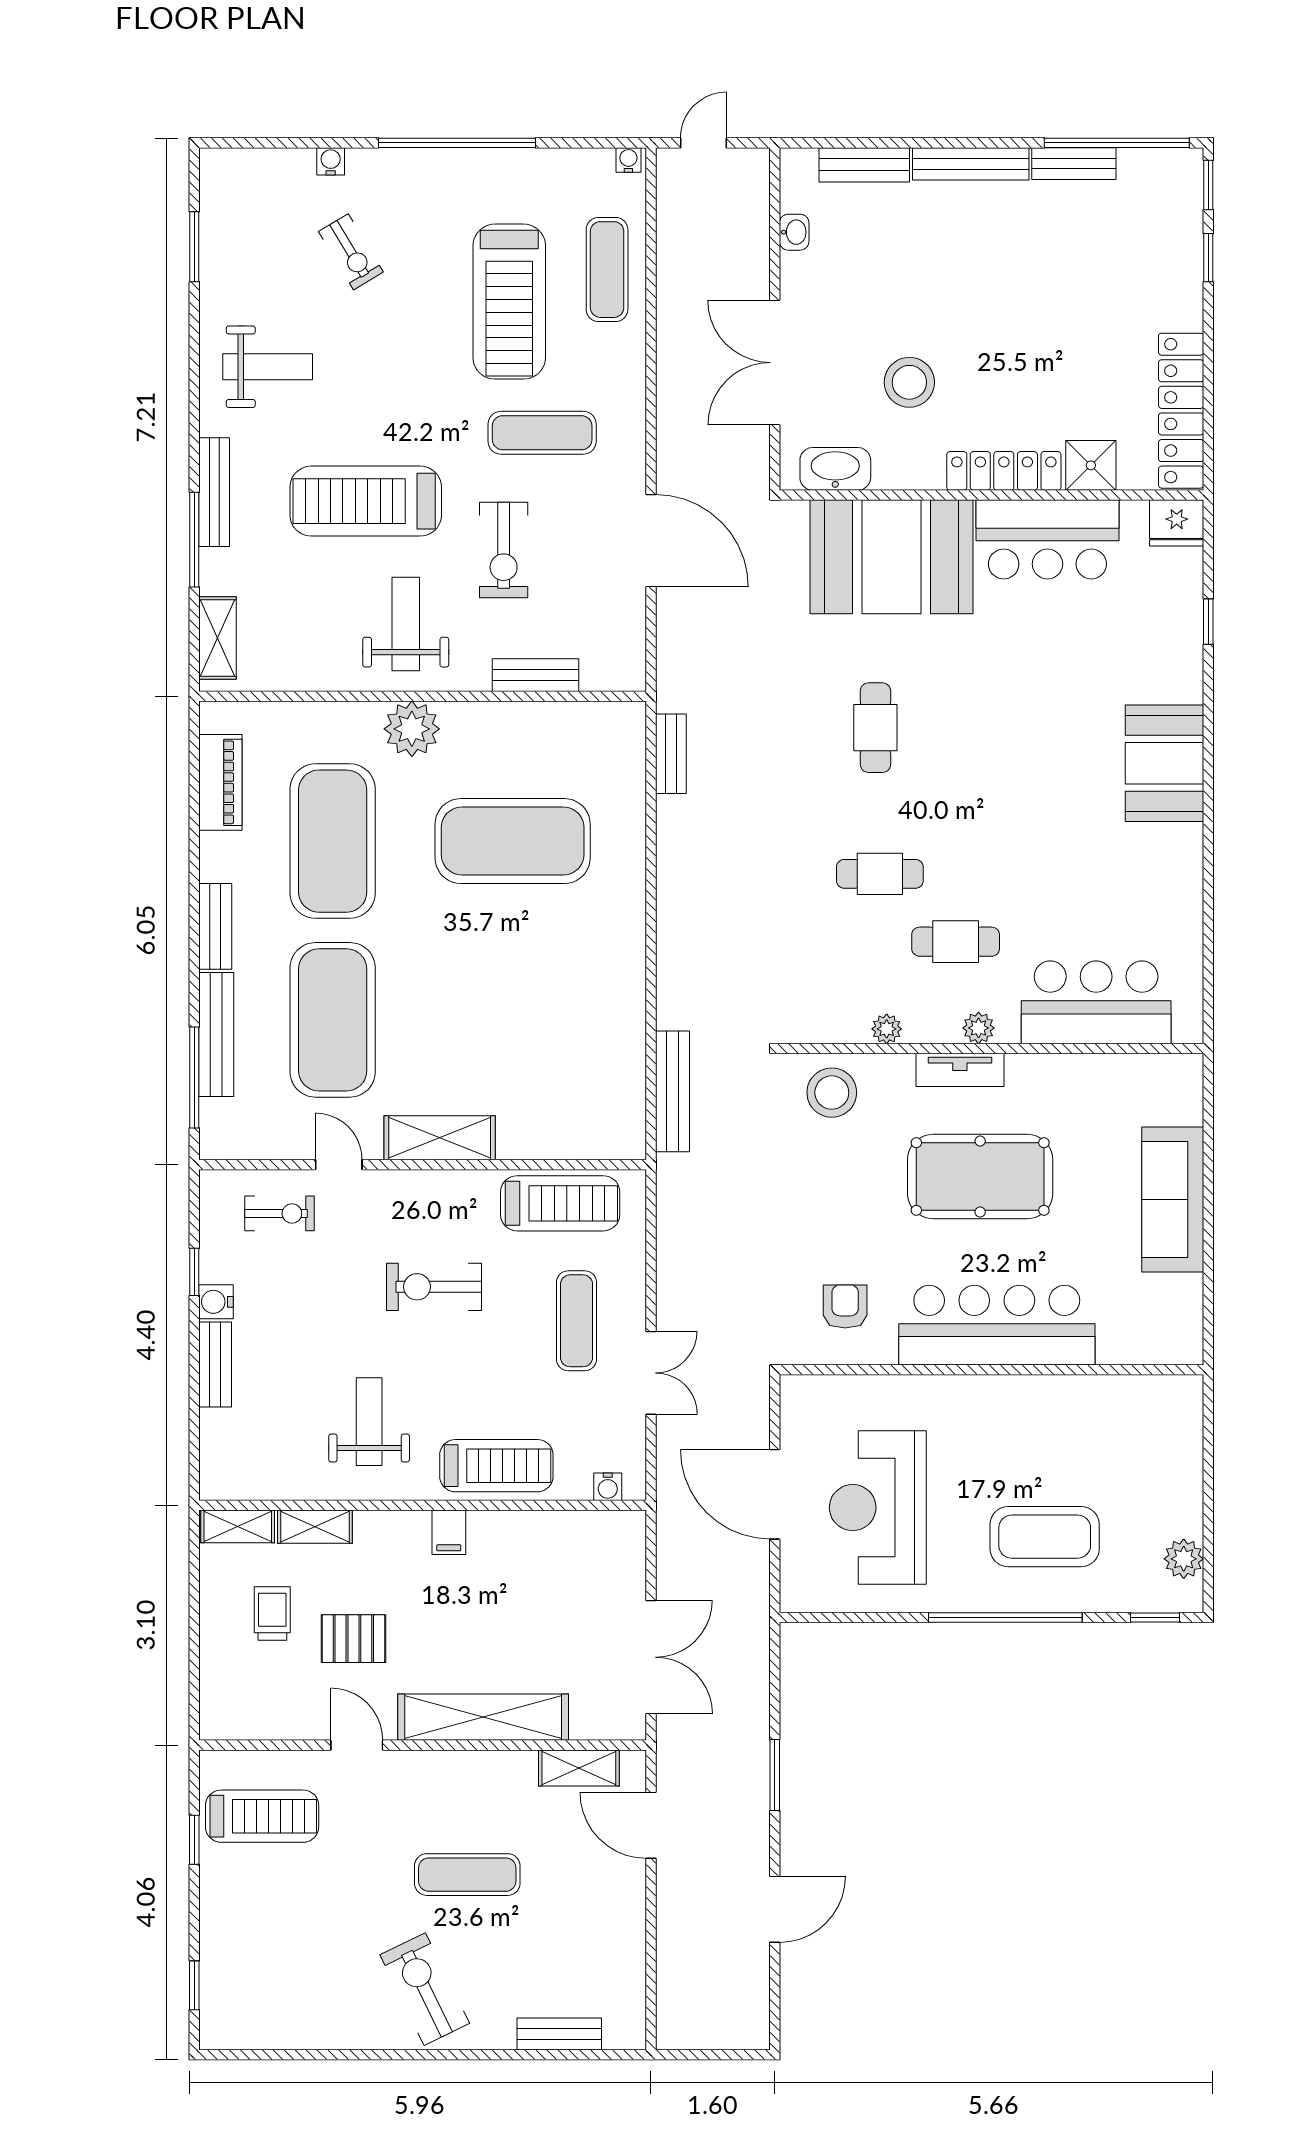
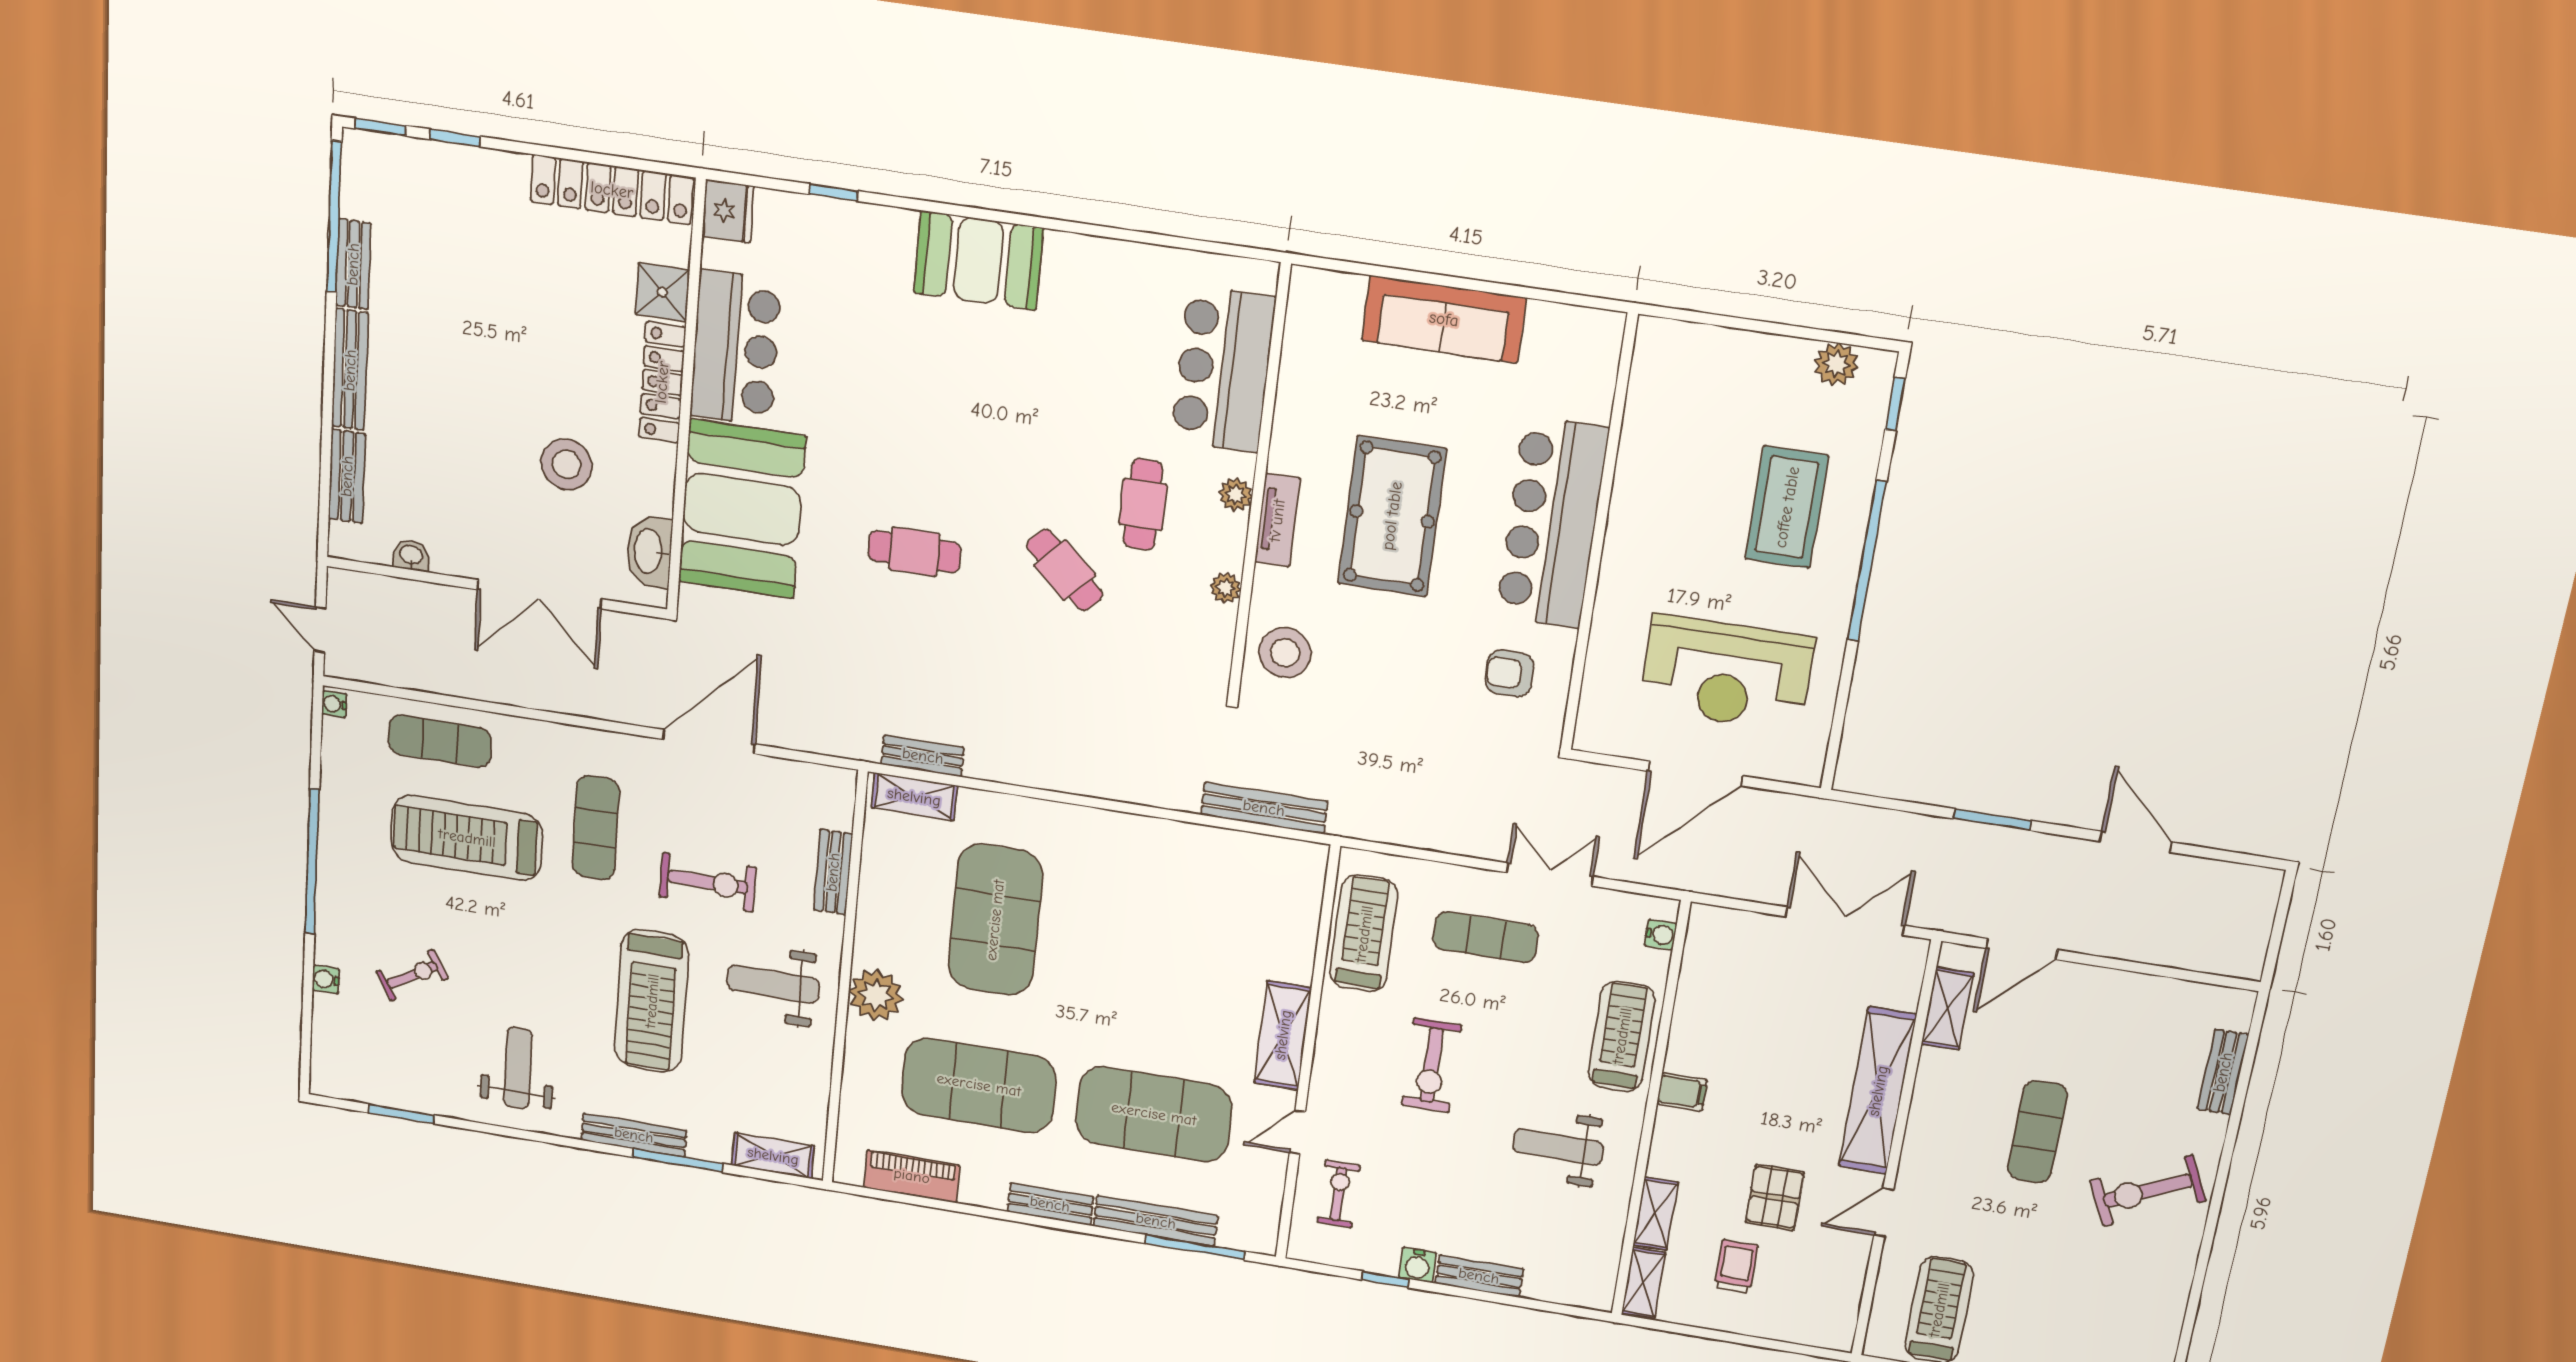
treadmill: (509, 302) -> (467, 838), turned 180
shelving: (628, 749) -> (914, 797), added
cafe table: (880, 874) -> (1065, 570), turned -47
trolley: (272, 1614) -> (1736, 1267), turned 90

